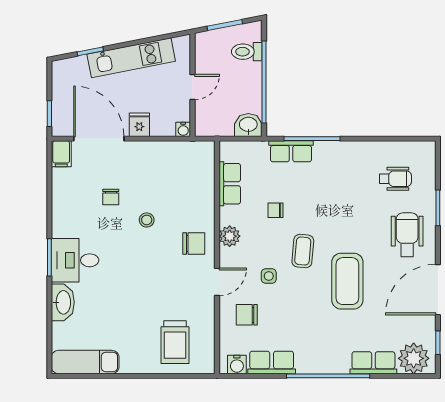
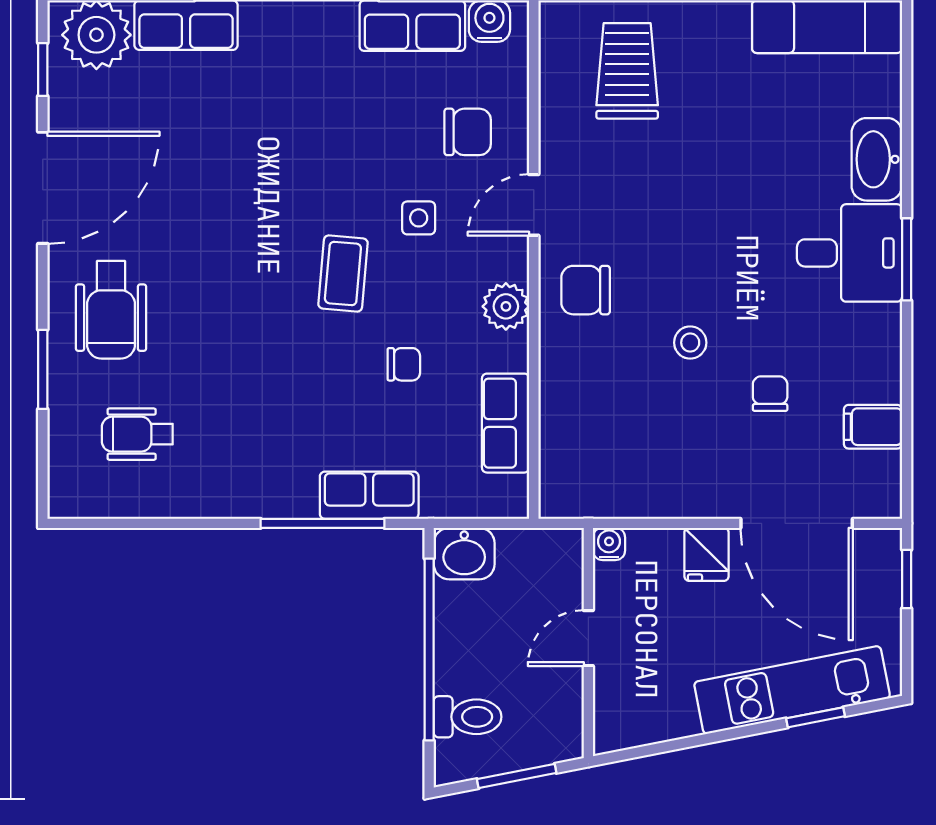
kitchen unit: (131, 58) -> (792, 690), moved
filing cabinet: (61, 154) -> (873, 427), moved, turned -90
coffee table: (347, 281) -> (244, 207), removed

